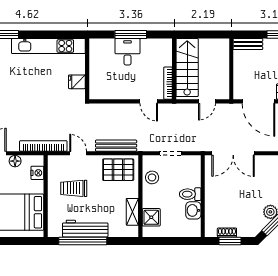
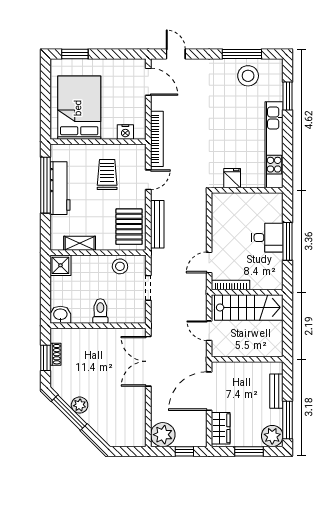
bench: (248, 44) -> (276, 391), moved
floor lamp: (15, 161) -> (139, 106), removed
washbasin: (193, 210) -> (60, 315), moved
shower: (151, 217) -> (60, 265), moved

